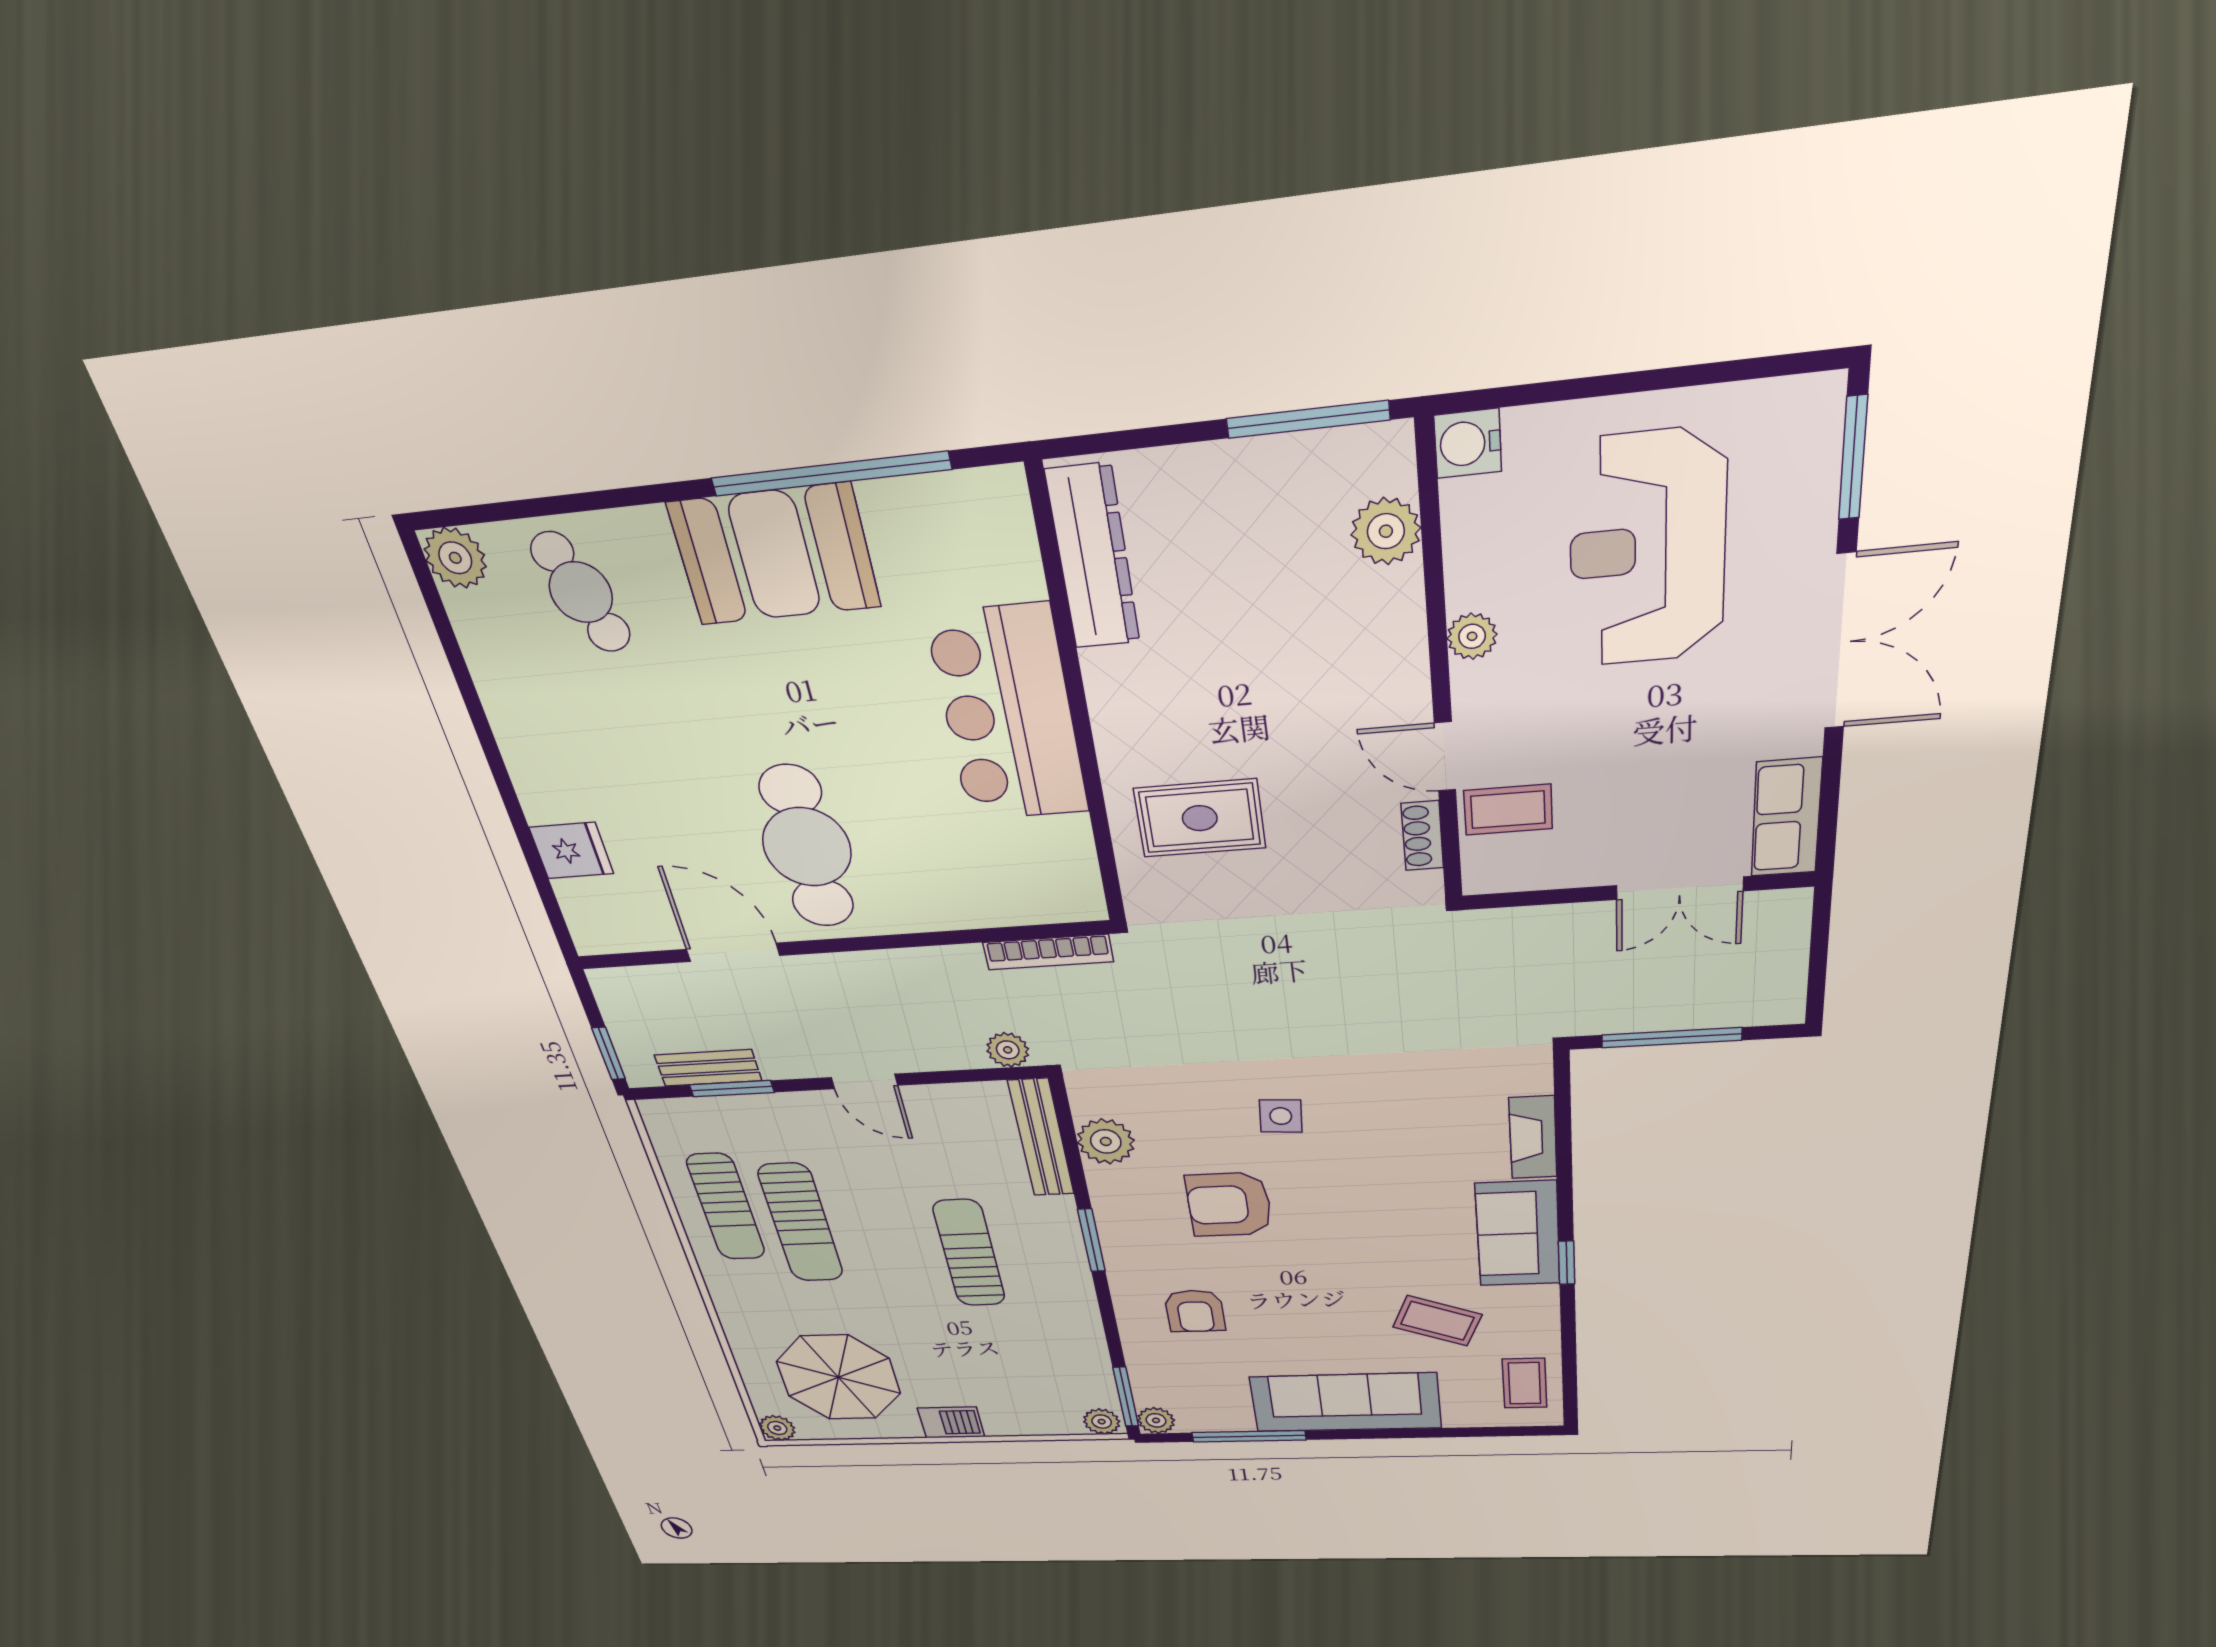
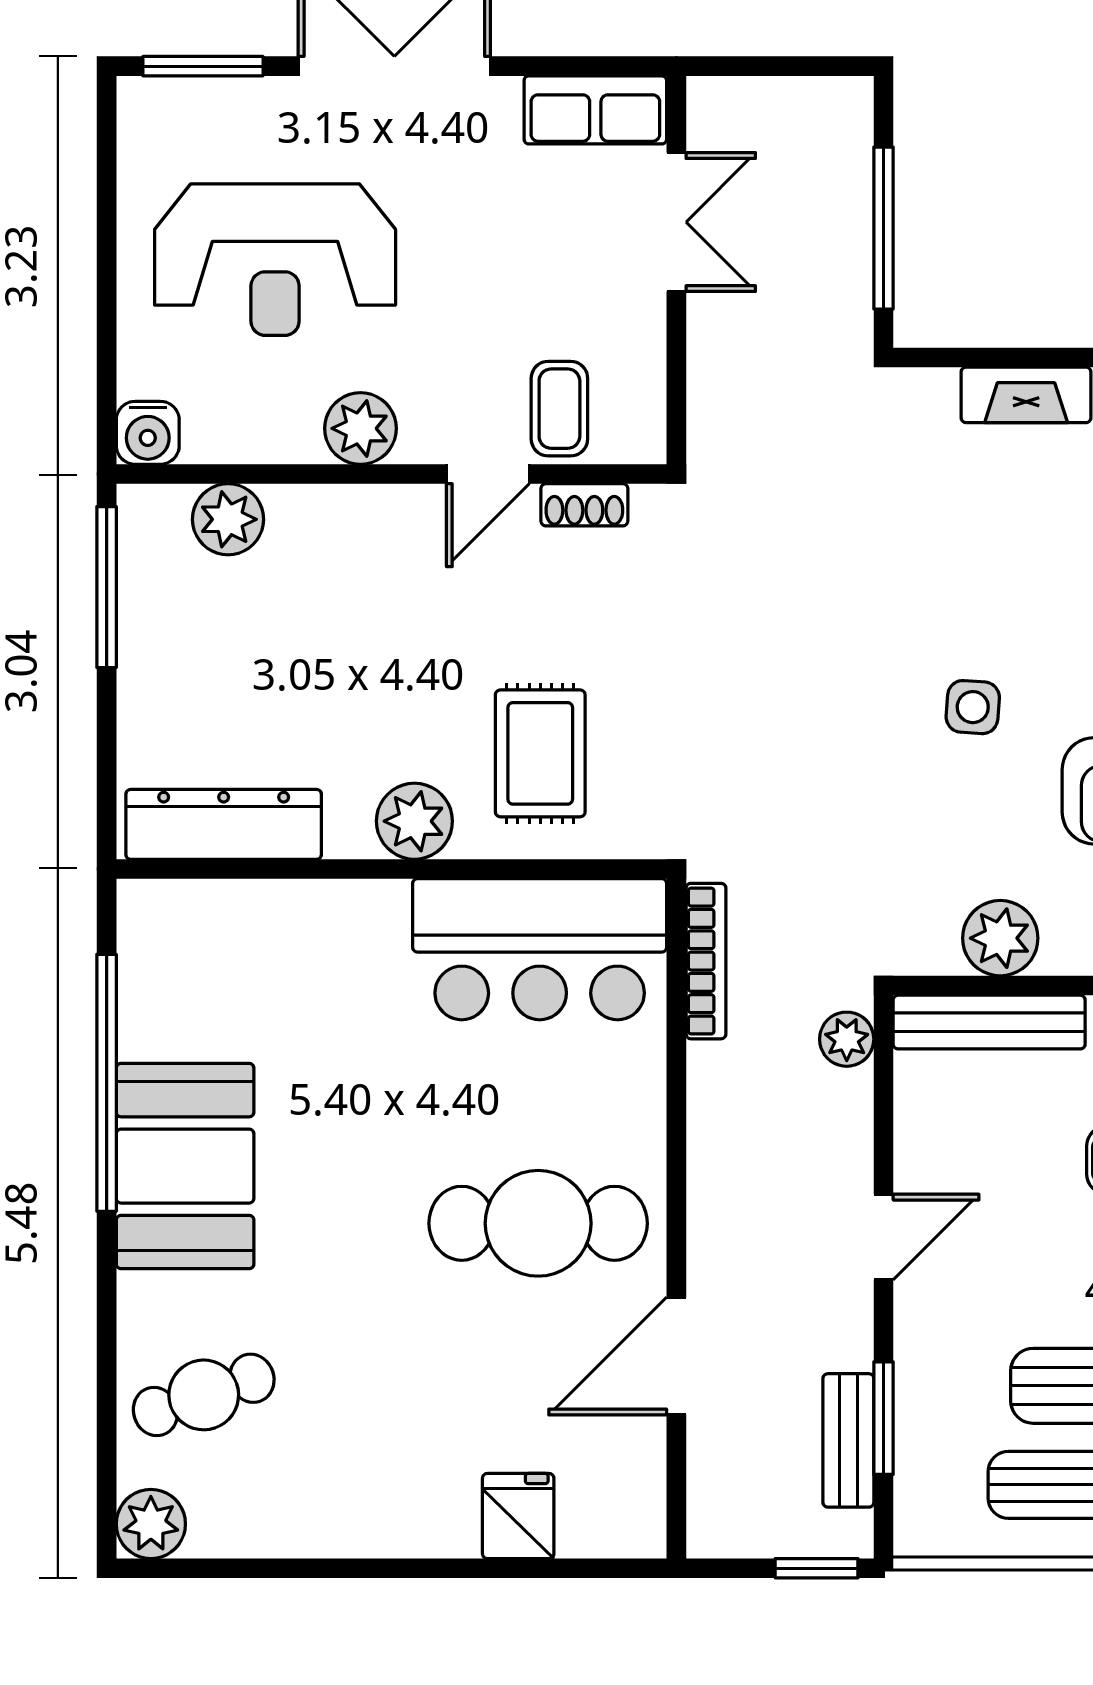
plant: (1472, 636) -> (360, 428), width x1.38, depth x1.38
bar counter: (1008, 715) -> (540, 949), moved
plant: (1124, 723) -> (414, 821), added

